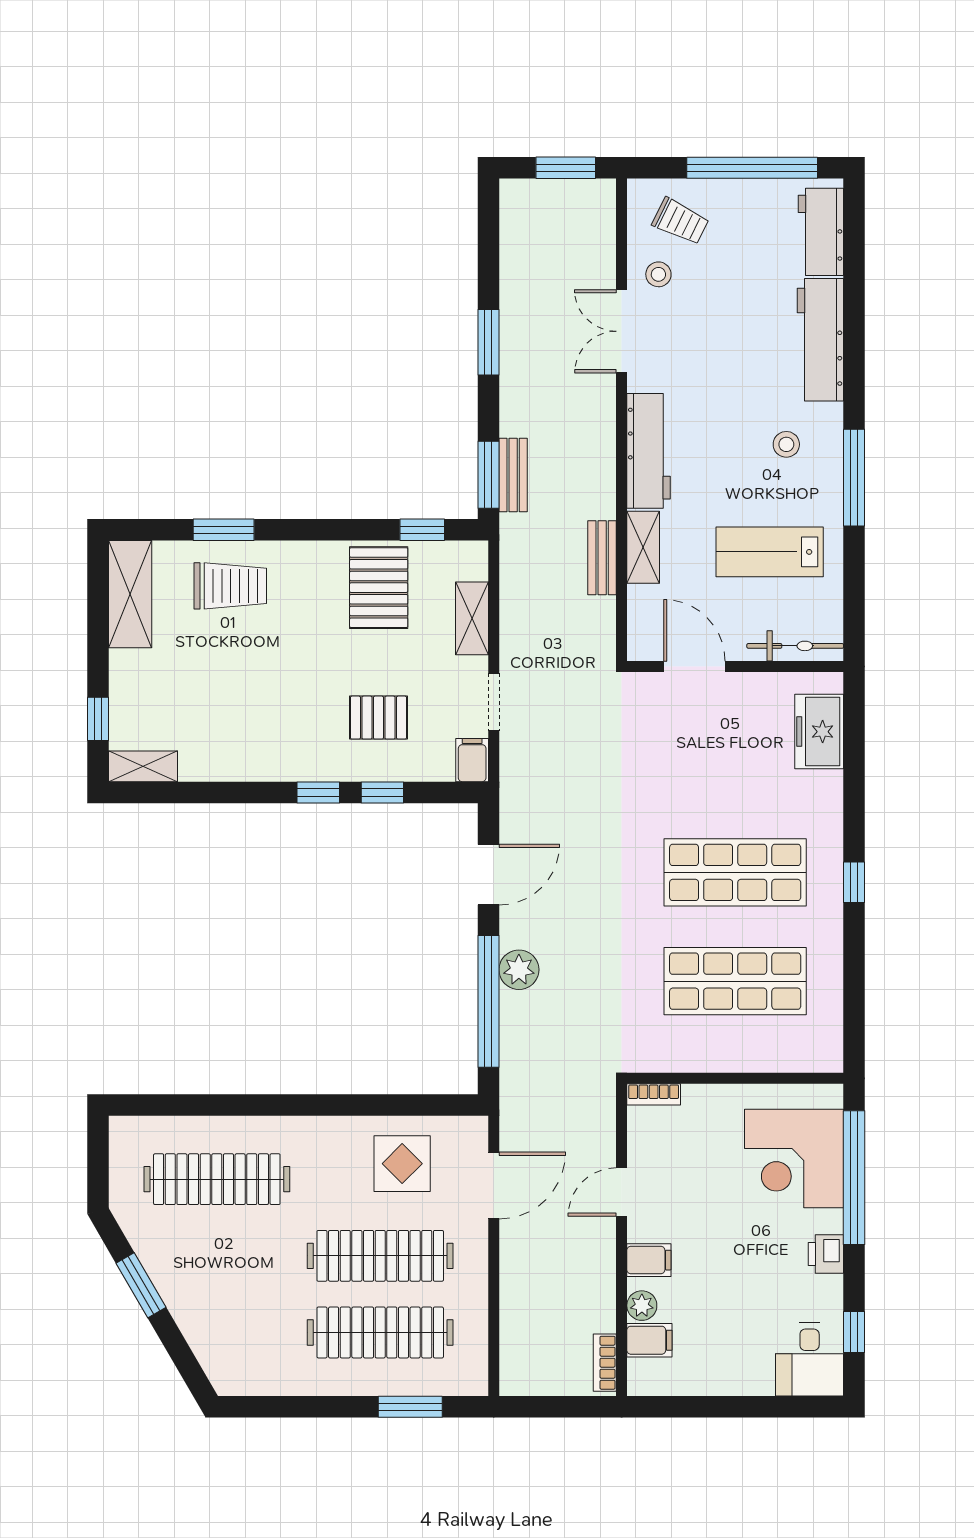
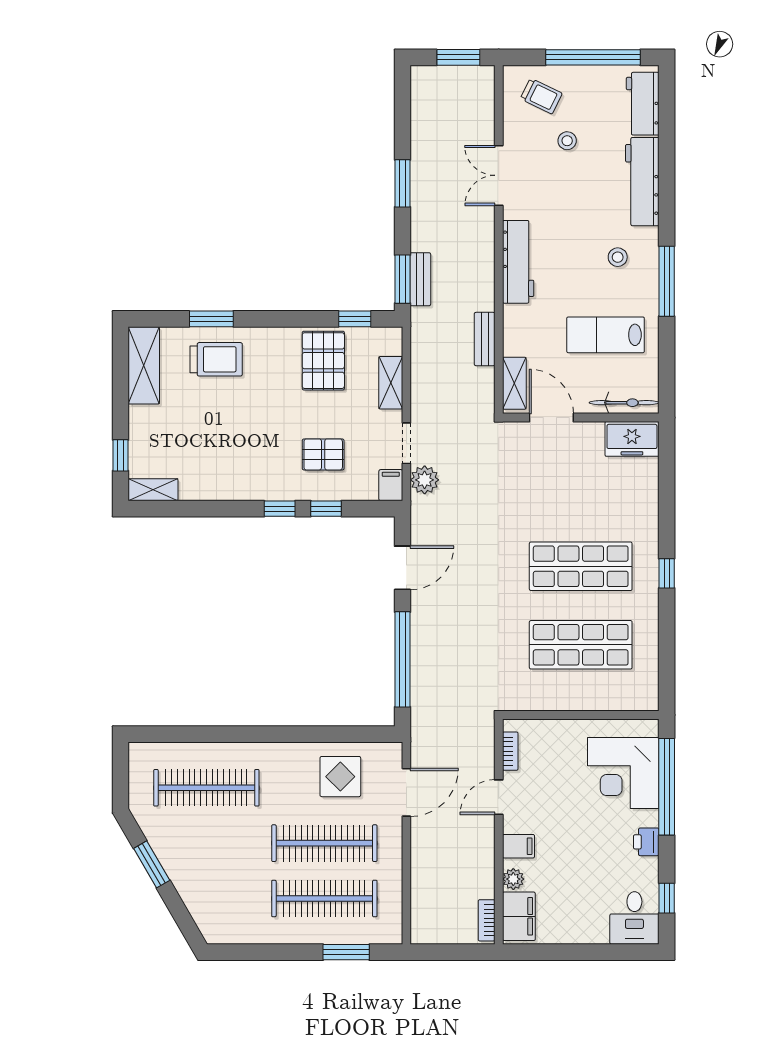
stool: (658, 274) -> (567, 141), moved
shelving: (643, 547) -> (514, 383), moved
freezer: (819, 732) -> (632, 439), moved, turned -90
plant: (519, 970) -> (425, 480), moved
bookcase: (654, 1094) -> (510, 751), moved, turned -90
filing cabinet: (649, 1340) -> (519, 916), width x2.00

